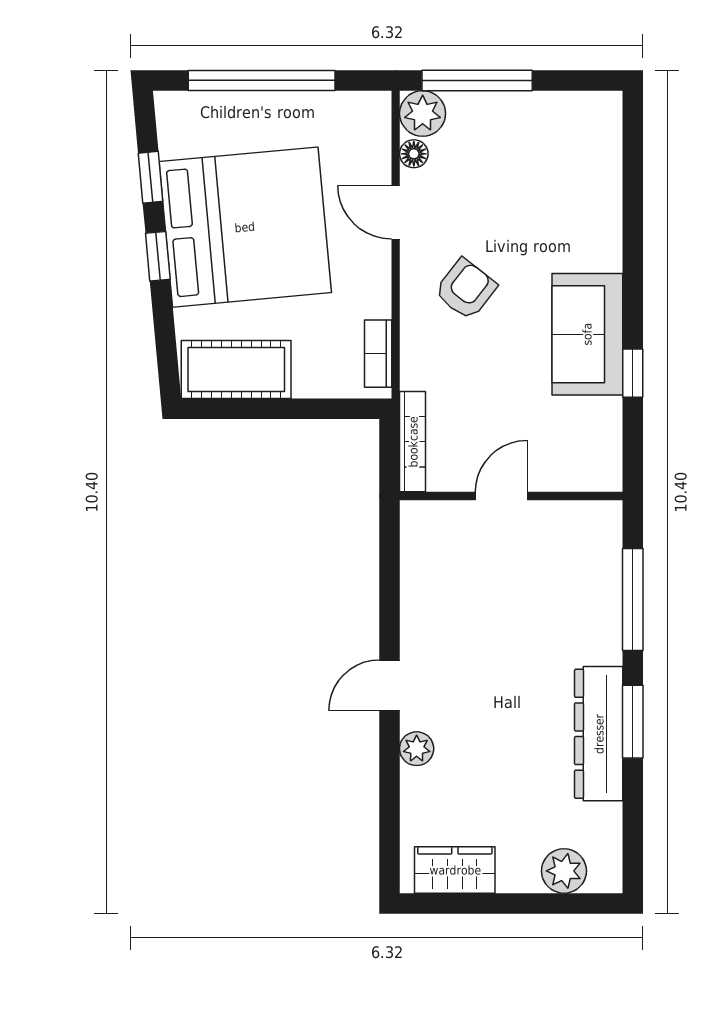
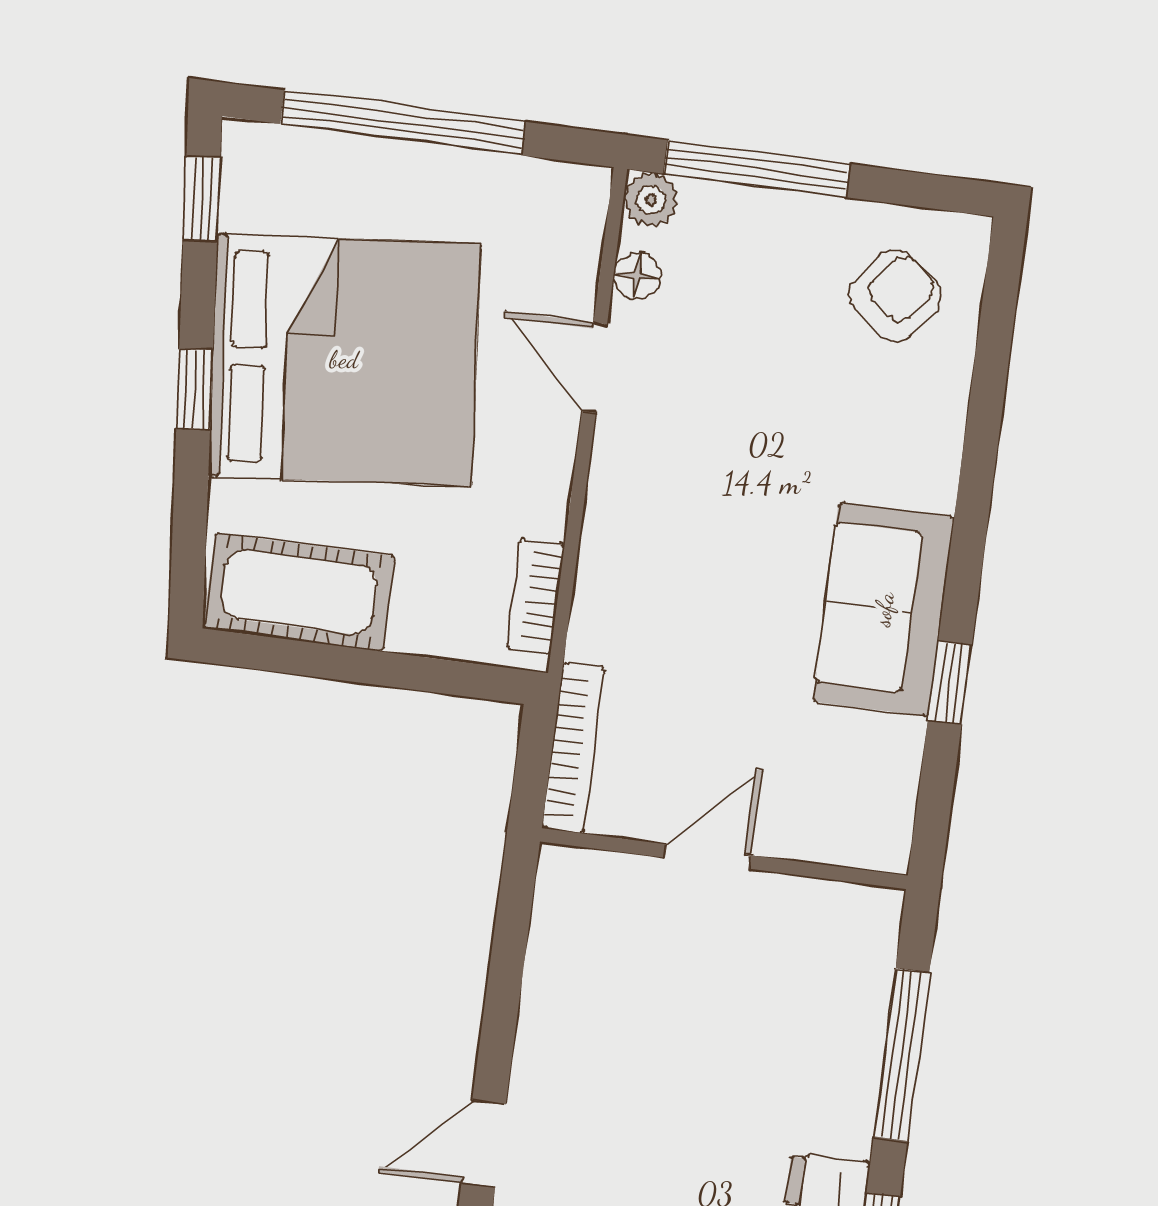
plant: (423, 113) -> (651, 200), width x0.73, depth x0.73
window: (151, 177) -> (202, 199), moved
armchair: (466, 289) -> (895, 296), moved

